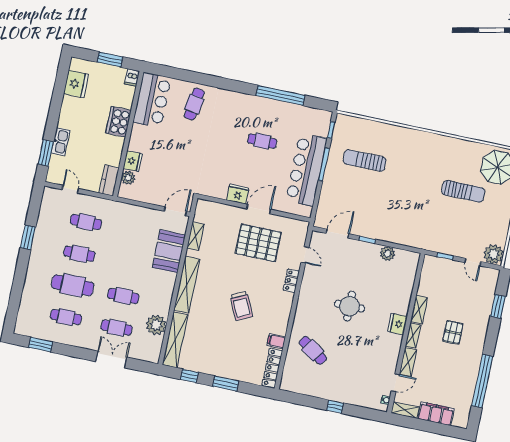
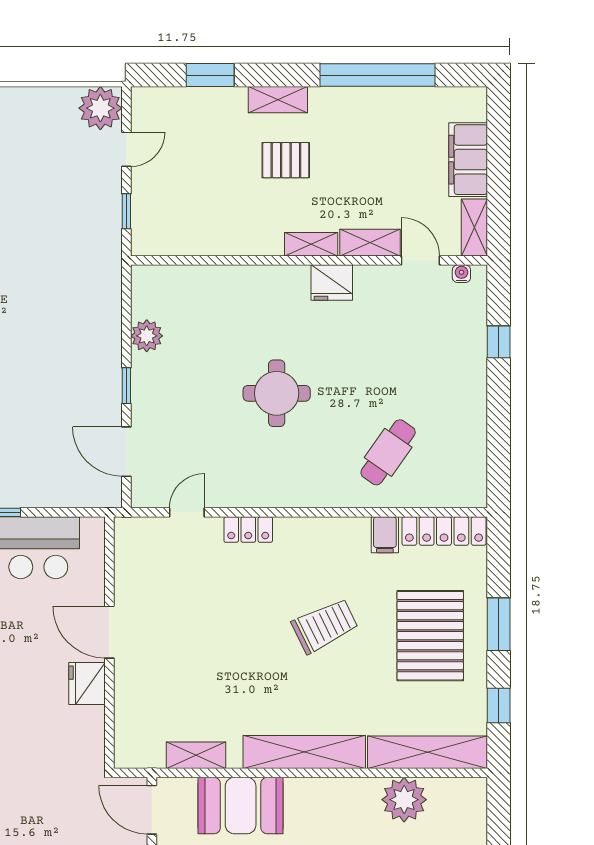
pallet: (258, 243) -> (430, 636), moved
shelving: (419, 310) -> (278, 100), moved
fridge: (398, 324) -> (332, 283), moved
window: (335, 407) -> (499, 342), moved

